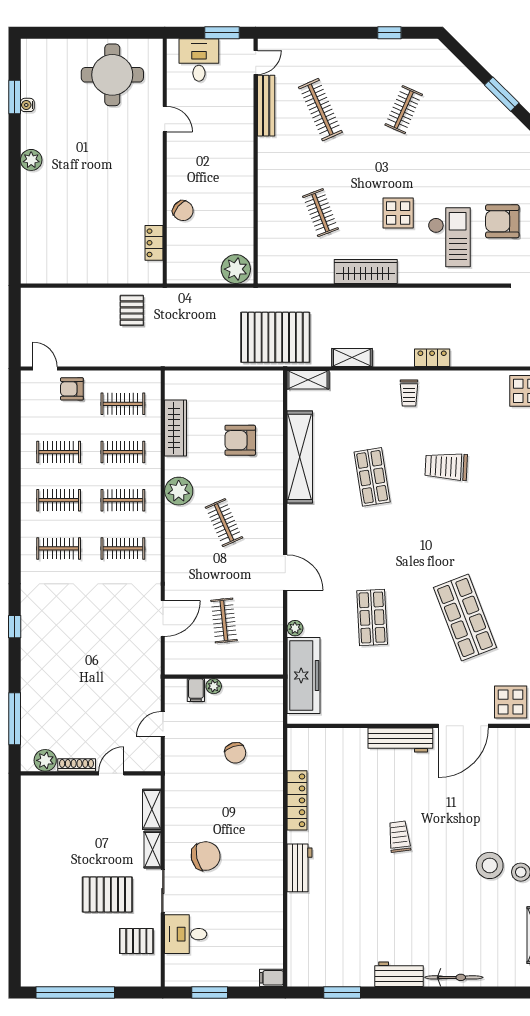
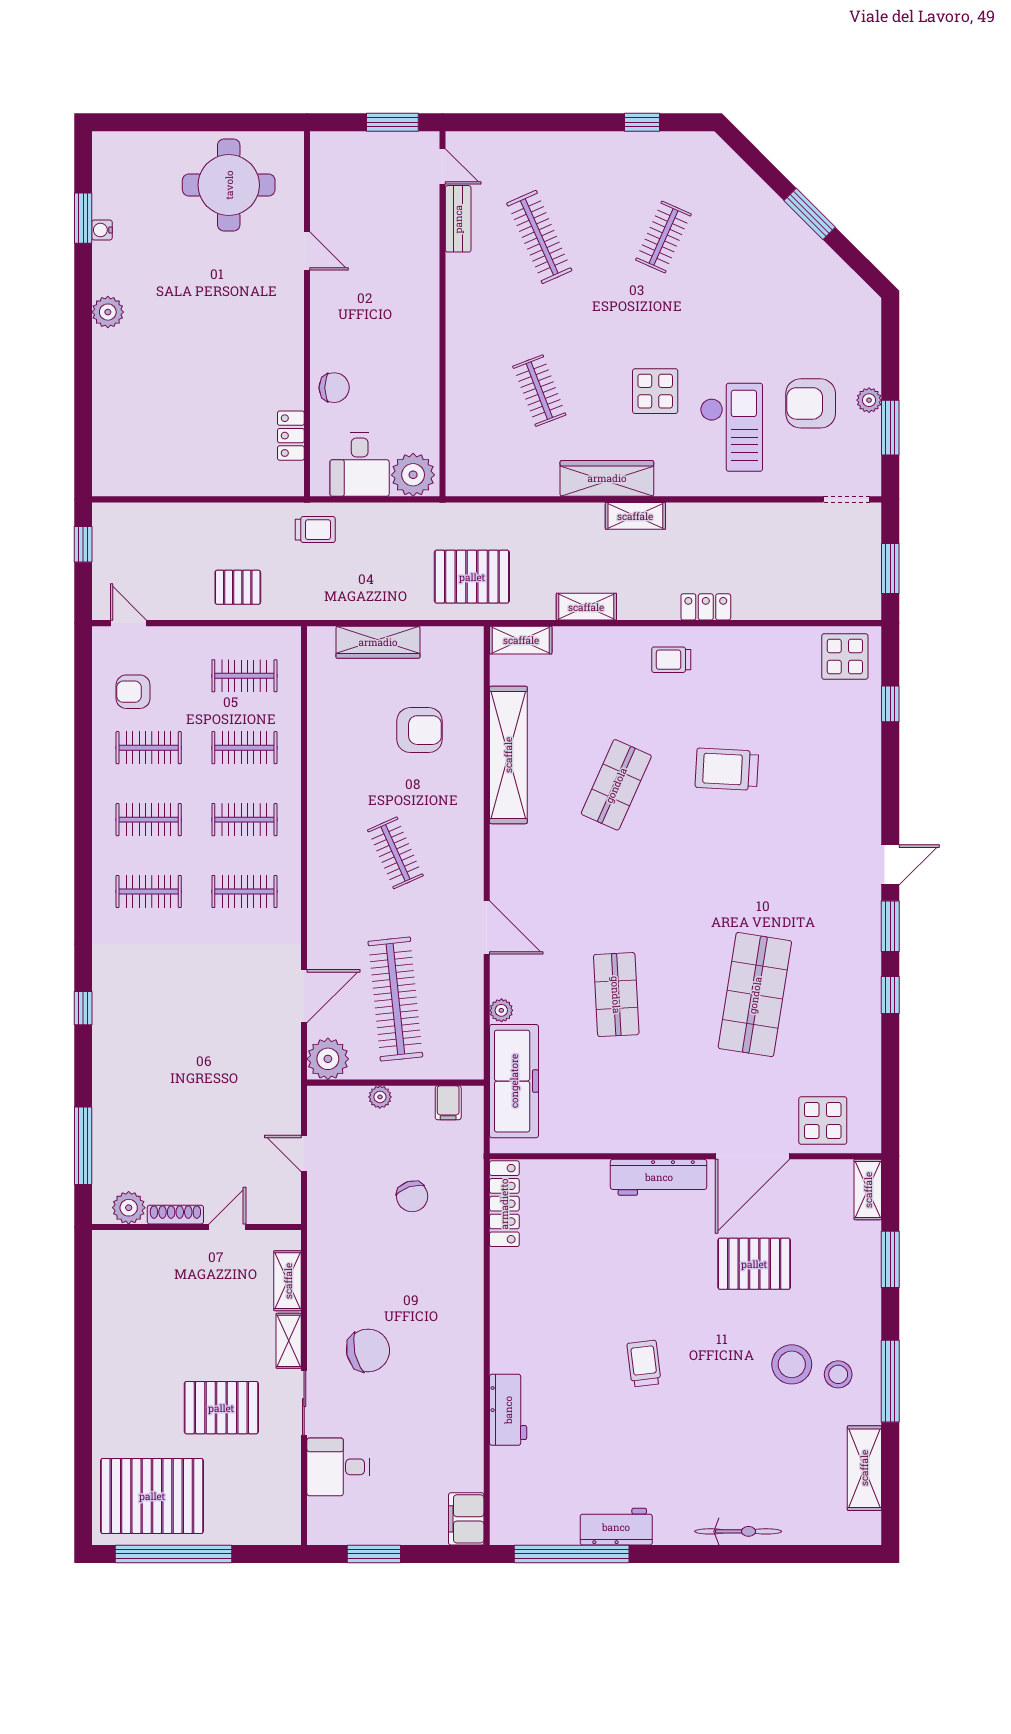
desk: (199, 60) -> (360, 465), moved, turned 180
door: (256, 62) -> (443, 166), hinge flipped
bench: (266, 106) -> (458, 219), width x0.73
chair: (183, 211) -> (334, 388), turned -39
shelving: (385, 297) -> (635, 516), added
trolley: (170, 306) -> (315, 530), added
pallet: (132, 310) -> (238, 587), moved, turned 90
window: (15, 316) -> (83, 544), added
pallet: (275, 337) -> (472, 577), width x0.73, depth x0.71
armchair: (72, 389) -> (133, 692), moved
trolley: (409, 393) -> (671, 660), turned 90
wardrobe: (176, 428) -> (378, 642), moved, turned 90
armchair: (240, 440) -> (420, 730), turned 180
shop shelf: (372, 477) -> (616, 785), turned 33
plant: (179, 491) -> (328, 1059), moved
shop shelf: (465, 618) -> (755, 995), turned 30
clothes rail: (224, 621) -> (395, 999), width x1.86, depth x1.31
filing cabinet: (196, 690) -> (448, 1103), moved
door: (163, 724) -> (304, 1153), hinge flipped
pallet: (465, 798) -> (754, 1264), added
locker: (297, 800) -> (504, 1204), moved
trolley: (399, 837) -> (644, 1364), moved
workbench: (300, 868) -> (508, 1410), moved
pallet: (136, 941) -> (152, 1496), moved, width x2.05, depth x2.00
workbench: (399, 974) -> (616, 1527), moved
filing cabinet: (271, 978) -> (466, 1519), width x2.00
window: (342, 993) -> (572, 1554), width x2.11

